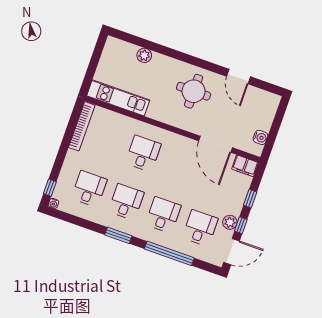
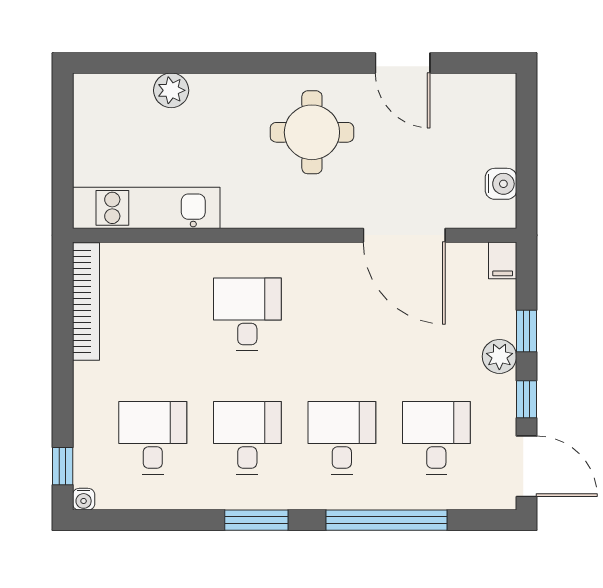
filing cabinet: (245, 166) -> (503, 260), width x0.50
plant: (230, 222) -> (499, 356), moved
door: (232, 252) -> (526, 466), hinge flipped

